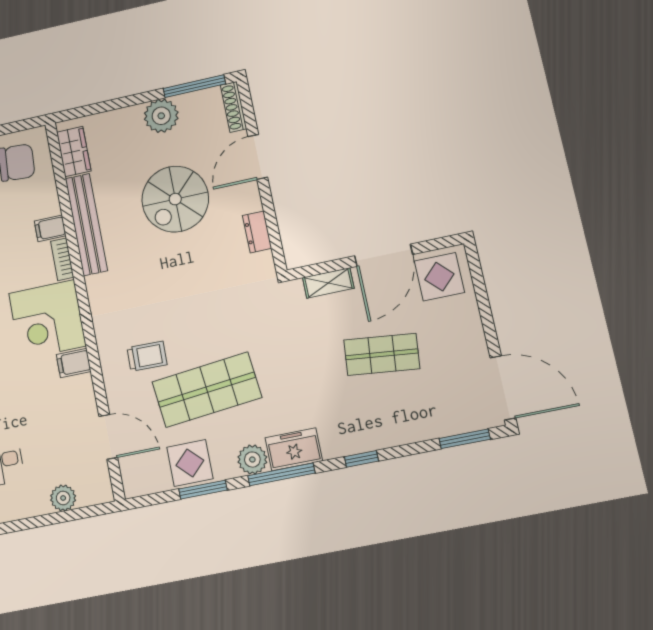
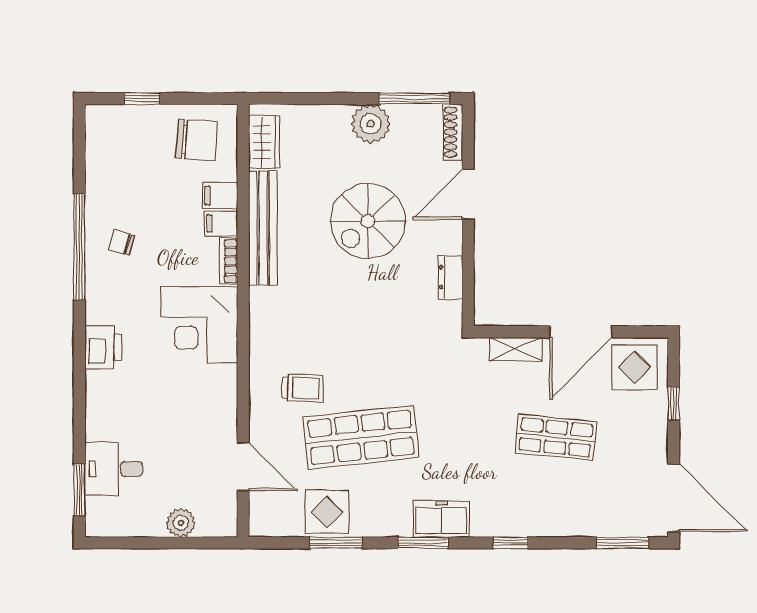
window: (483, 302) -> (674, 404), added
filing cabinet: (74, 363) -> (220, 196), moved
plant: (252, 460) -> (395, 521), removed
window: (281, 474) -> (423, 543), width x0.69

